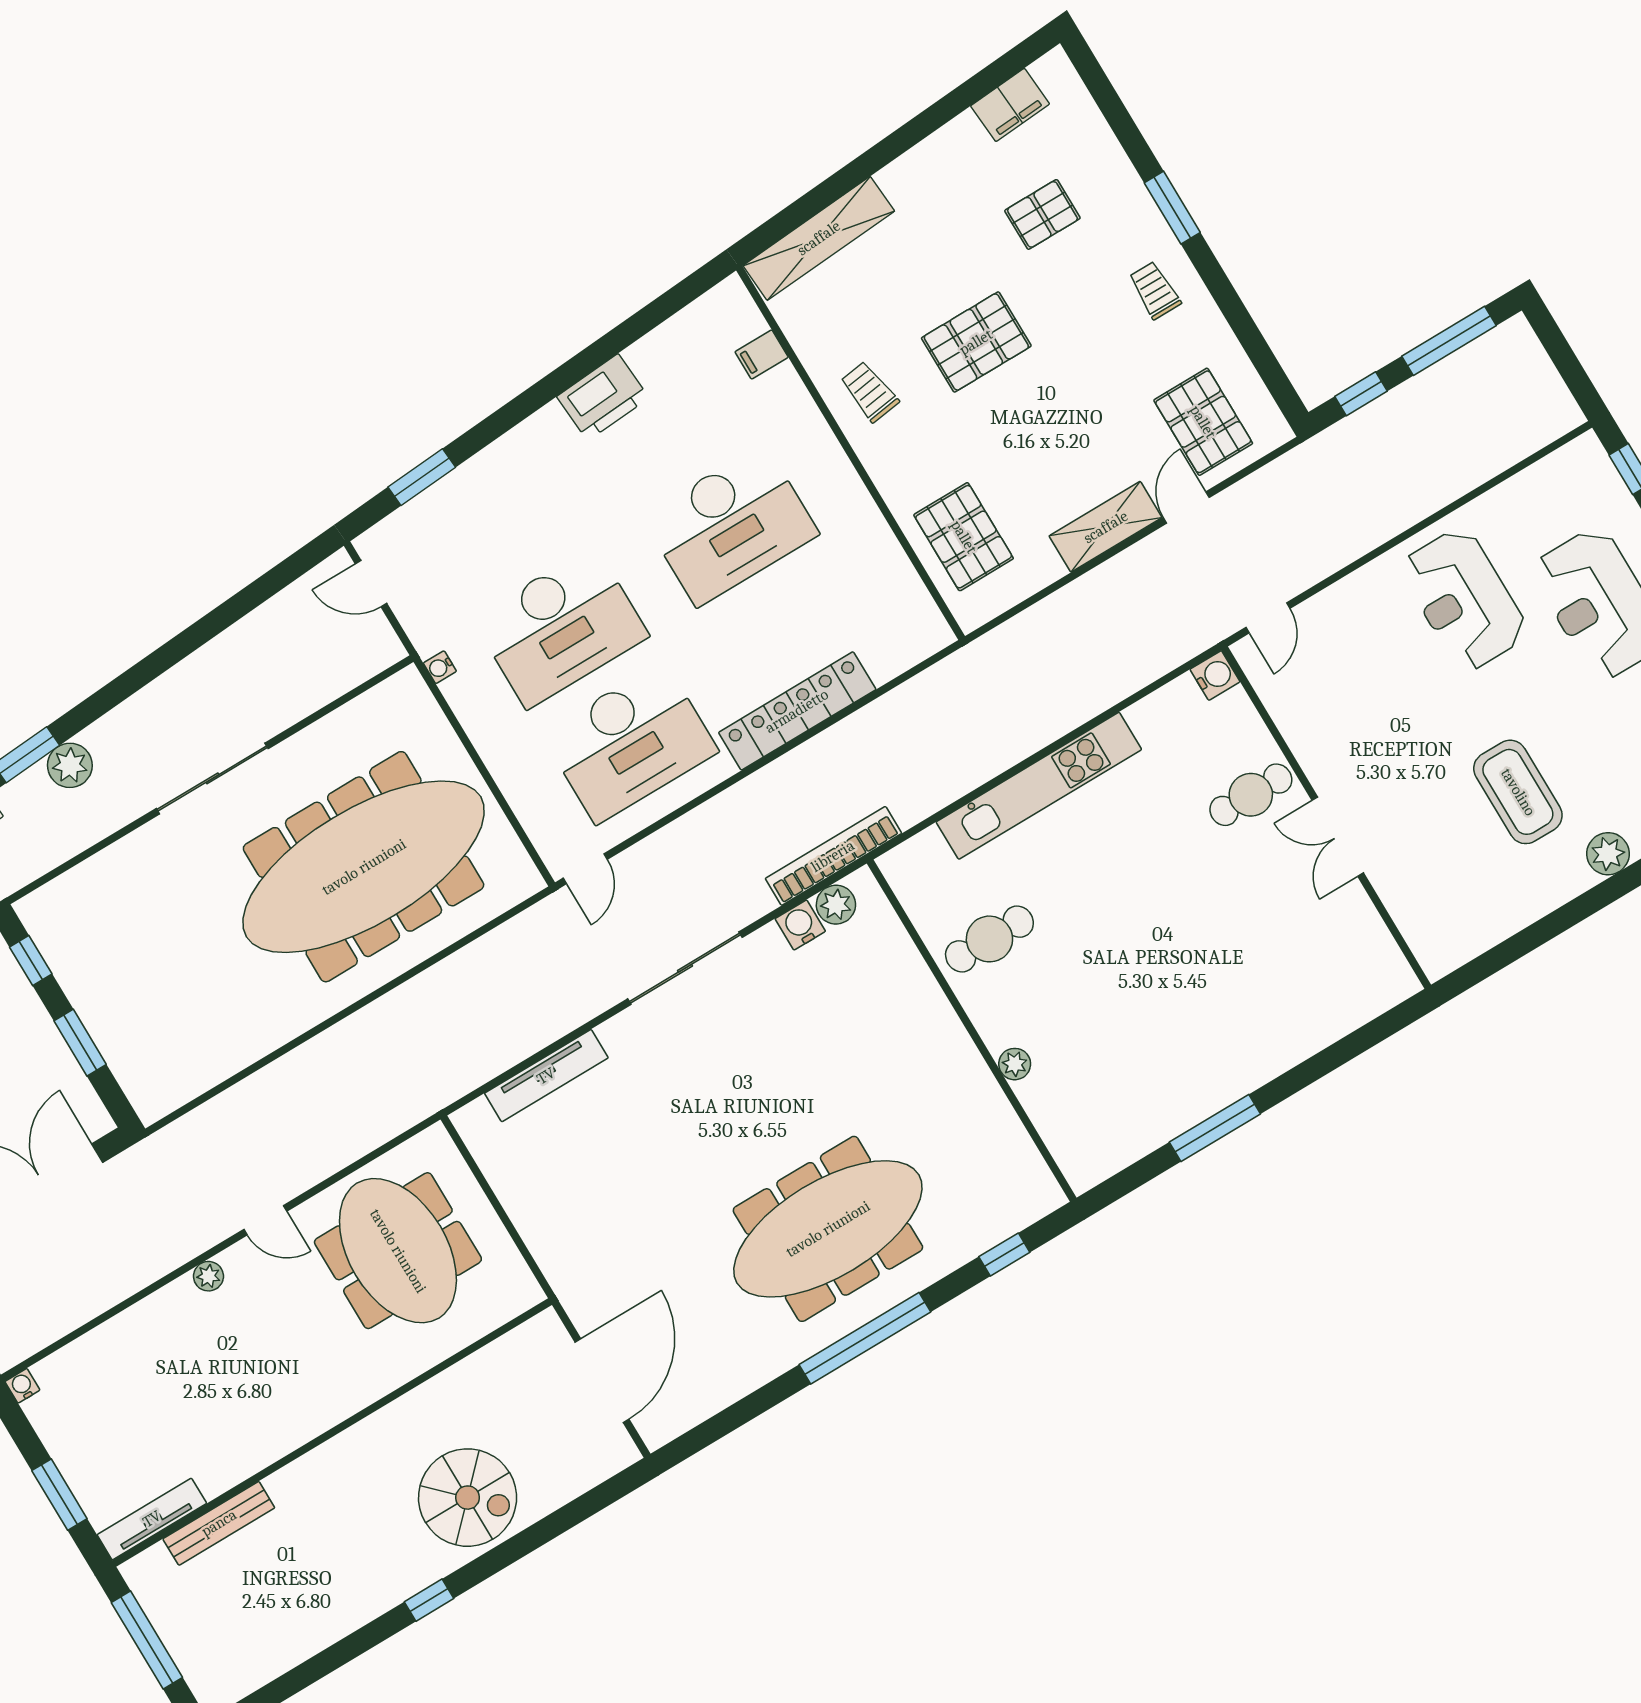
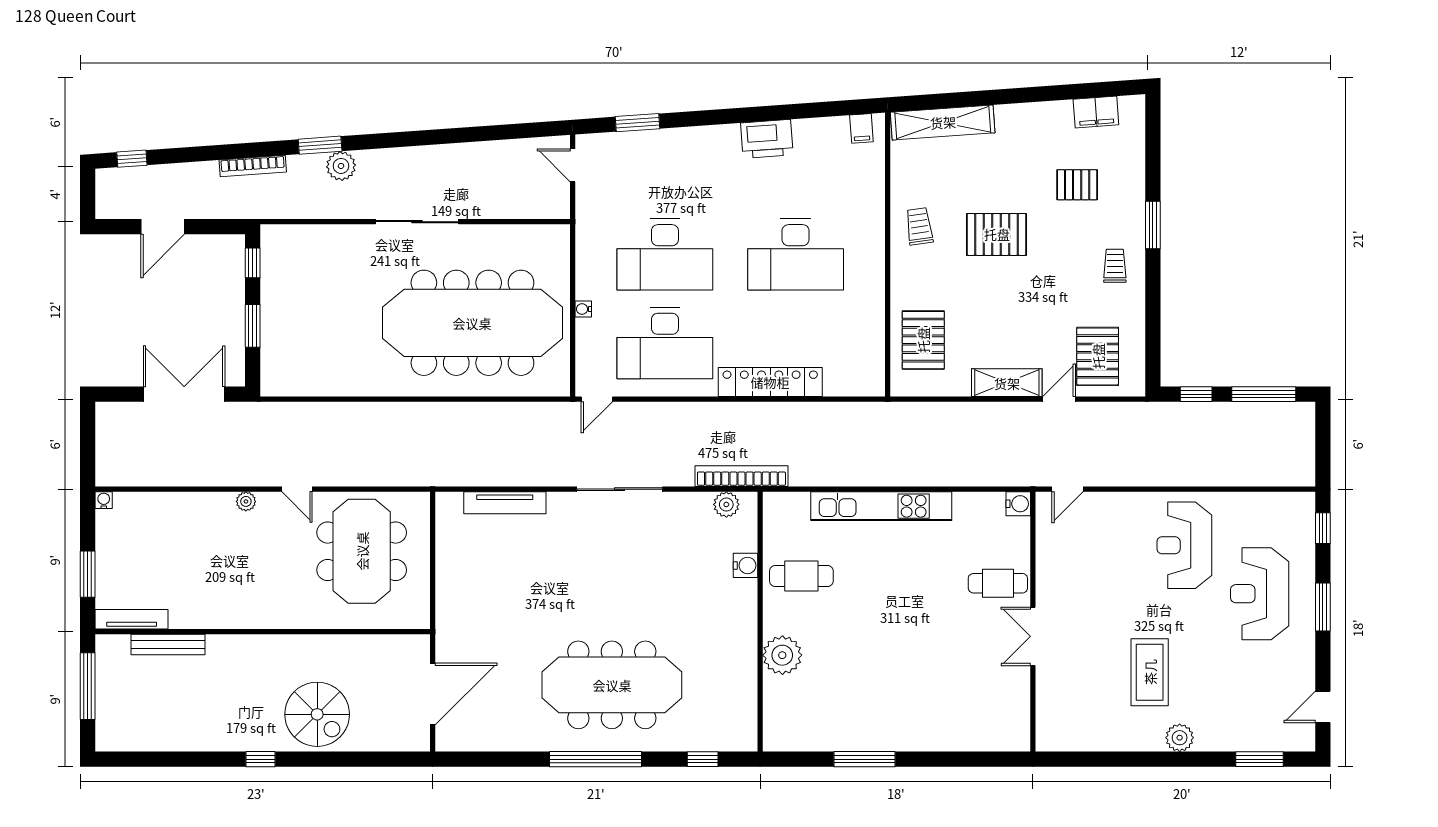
filing cabinet: (762, 354) -> (861, 128), moved, turned -94
water cooler: (440, 667) -> (583, 309), moved
water cooler: (800, 925) -> (746, 565), moved, turned 90
plant: (1015, 1064) -> (782, 655), width x1.87, depth x1.87

